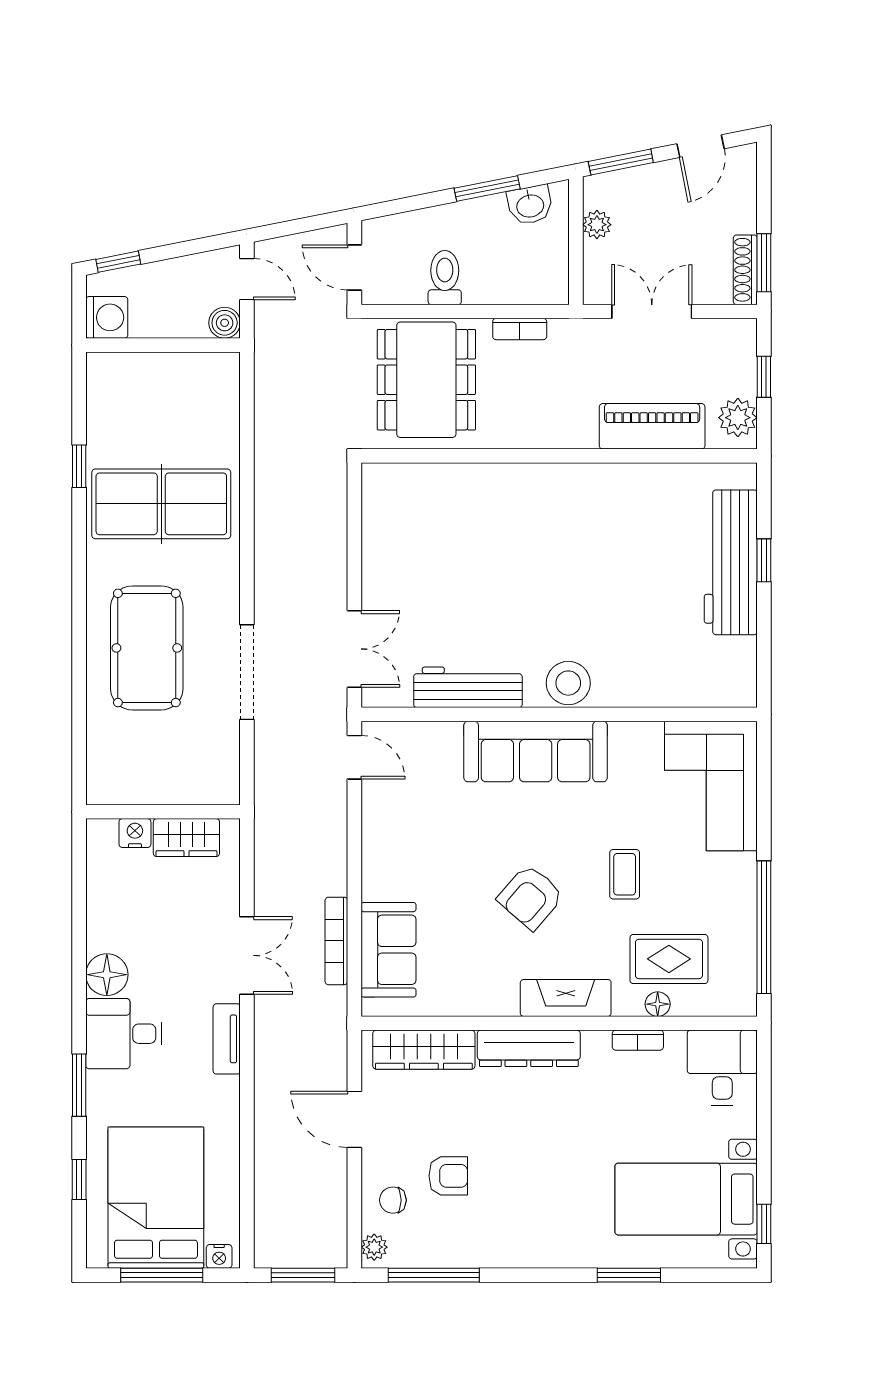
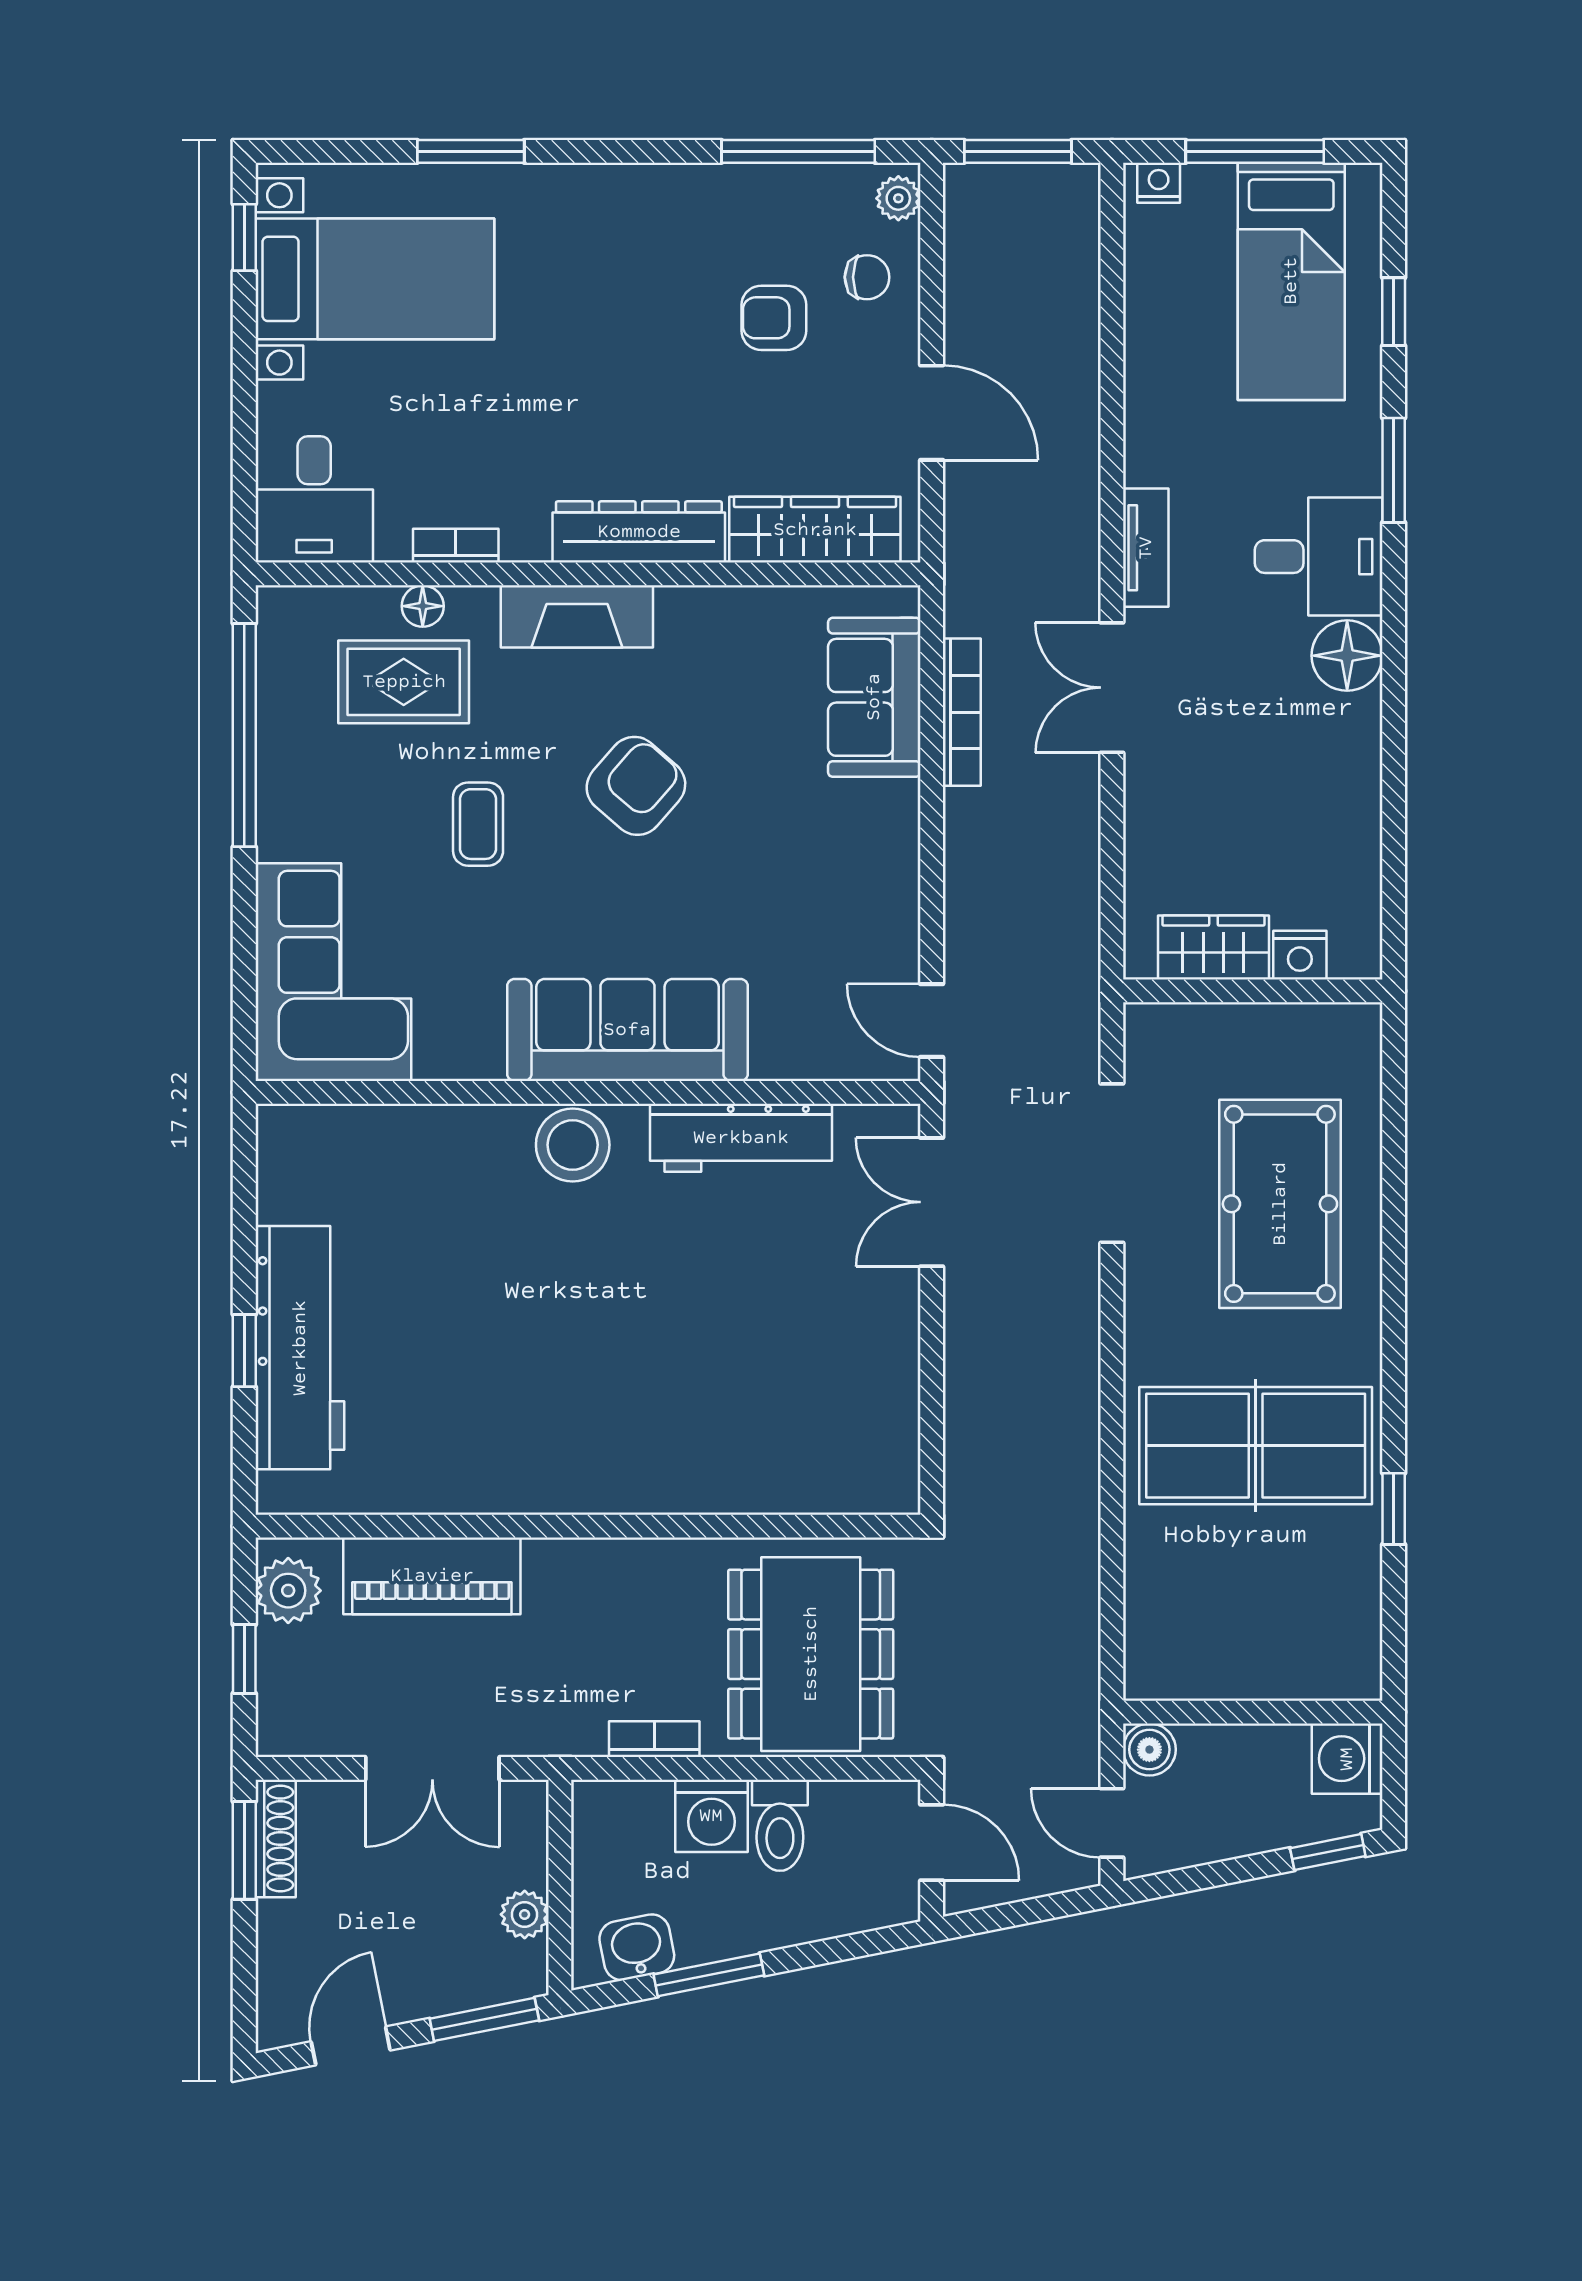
washing machine: (486, 283) -> (711, 1816), added
wall: (163, 812) -> (1253, 991), moved
nightstand: (135, 833) -> (1300, 955), moved
wardrobe: (186, 838) -> (1213, 948), moved
bed: (156, 1198) -> (1291, 281), width x0.67

